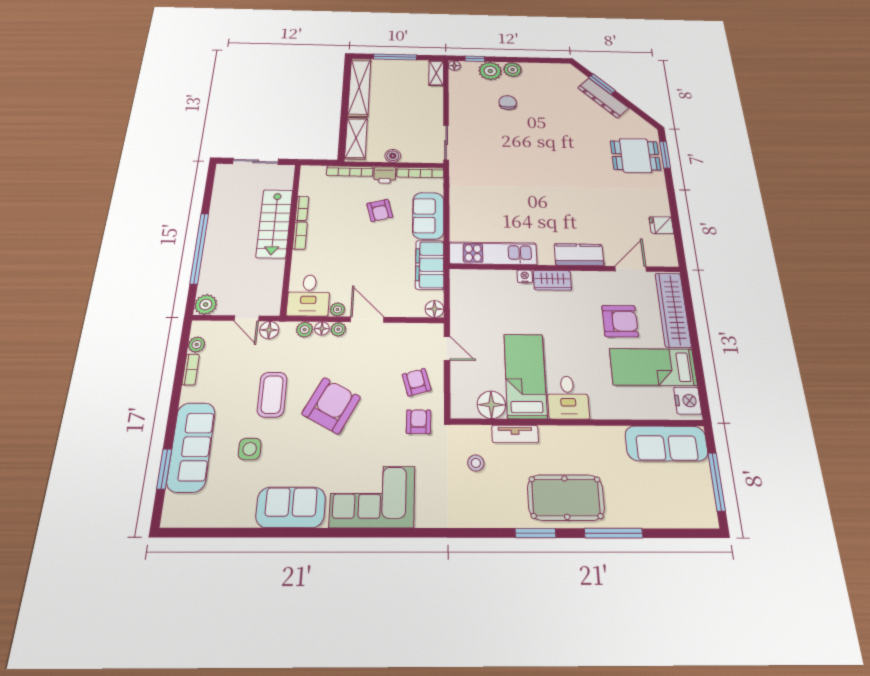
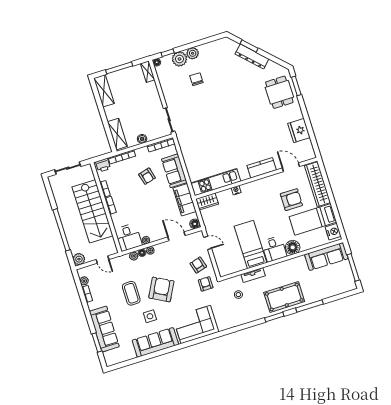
shelving: (359, 87) -> (104, 91), width x0.68
dining table: (635, 155) -> (279, 92), turned 90
printer: (385, 175) -> (103, 165), moved
stairs: (274, 223) -> (93, 211), width x1.36, depth x1.51
fridge: (661, 225) -> (299, 130), width x1.88, depth x1.34
door: (631, 269) -> (291, 167), hinge flipped
wardrobe: (552, 280) -> (207, 201), moved
door: (367, 320) -> (177, 236), moved
floor lamp: (269, 330) -> (116, 262), removed
floor lamp: (491, 405) -> (293, 247), moved
side table: (250, 449) -> (150, 316), moved
sofa: (291, 507) -> (155, 342), width x1.36

